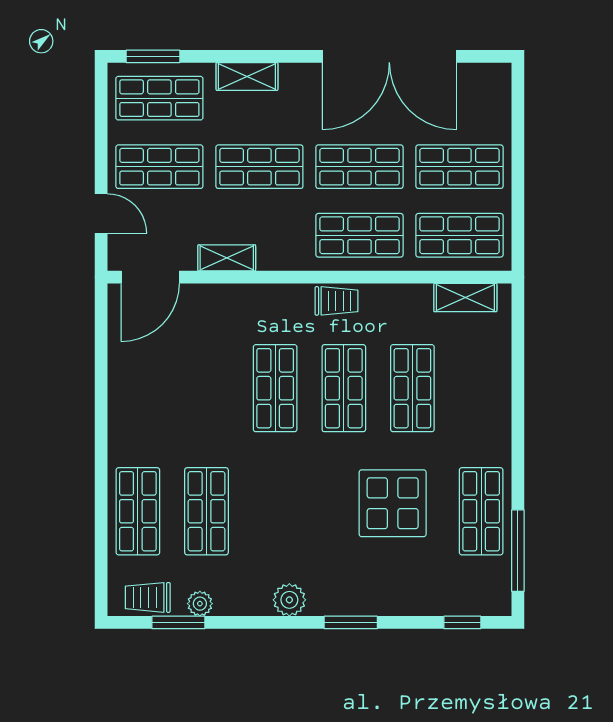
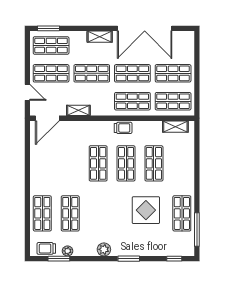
shelving: (247, 76) -> (100, 37), moved

